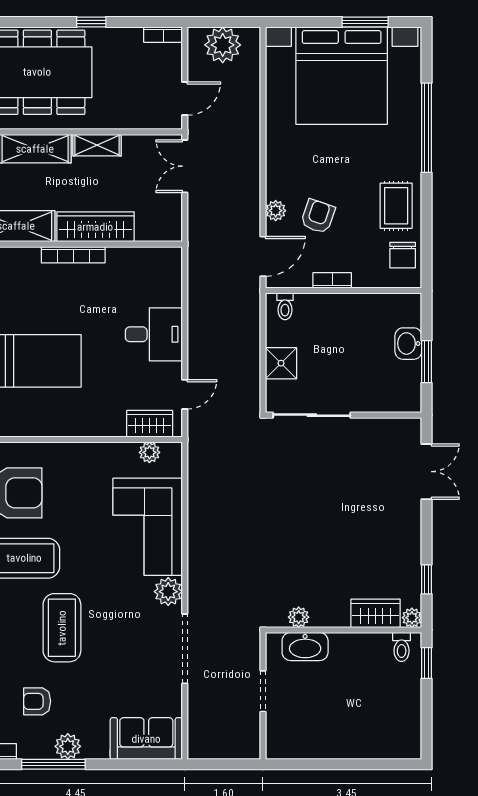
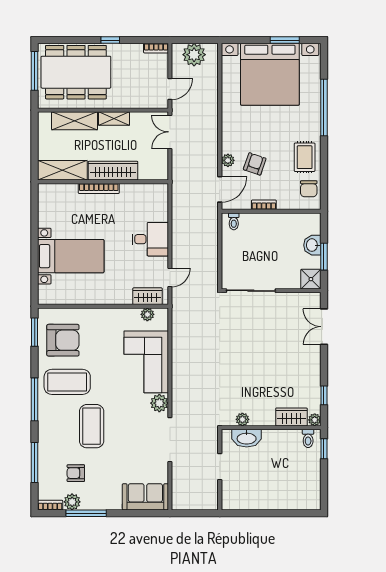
shower: (281, 363) -> (311, 279), moved
double door: (427, 472) -> (324, 327), swing flipped
plant: (68, 746) -> (72, 502), moved

